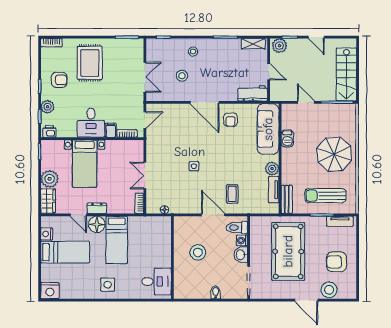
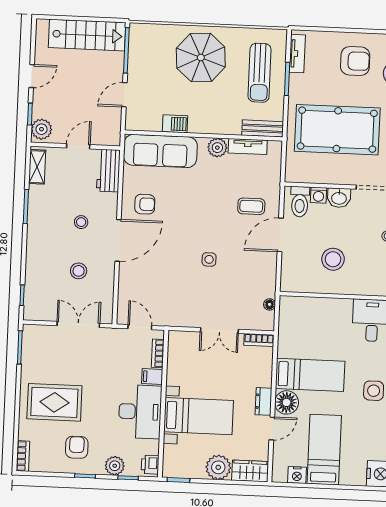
stool: (193, 51) -> (81, 222), moved
desk: (91, 123) -> (140, 412), width x1.37
armchair: (336, 262) -> (355, 61), turned -90

